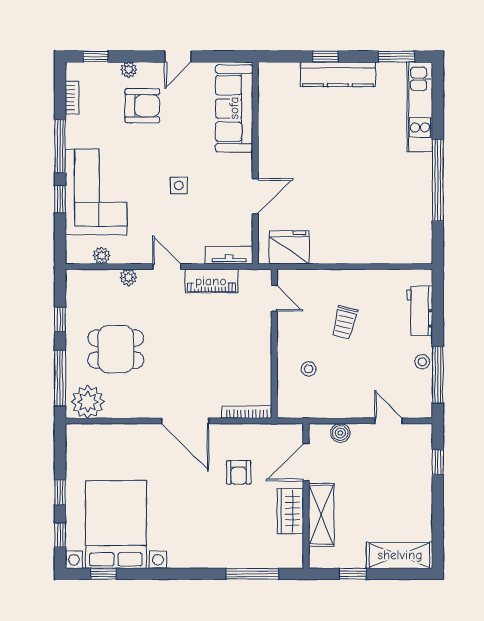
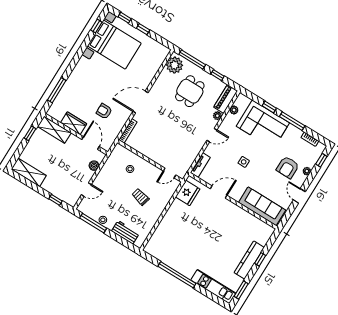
door: (255, 196) -> (219, 192), swing flipped
piano: (211, 281) -> (226, 99), moved
shelving: (321, 515) -> (54, 130), moved
shelving: (400, 555) -> (29, 172), moved, turned 90

